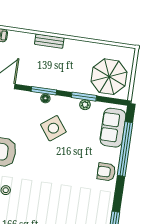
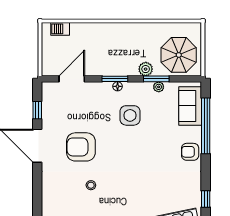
bench: (49, 41) -> (113, 28), removed
plant: (75, 86) -> (146, 69), added
side table: (53, 128) -> (130, 115), turned 37

